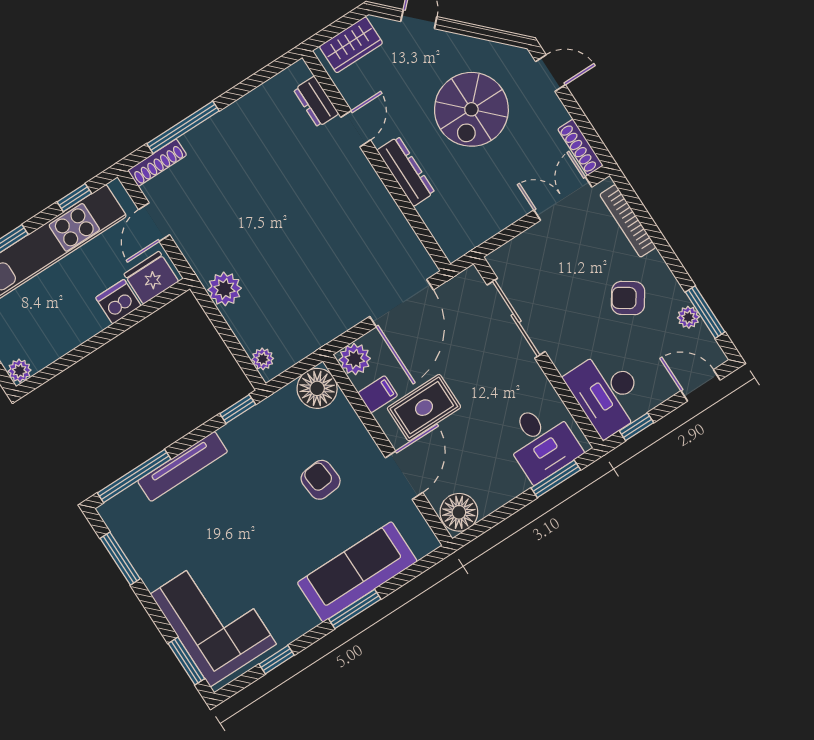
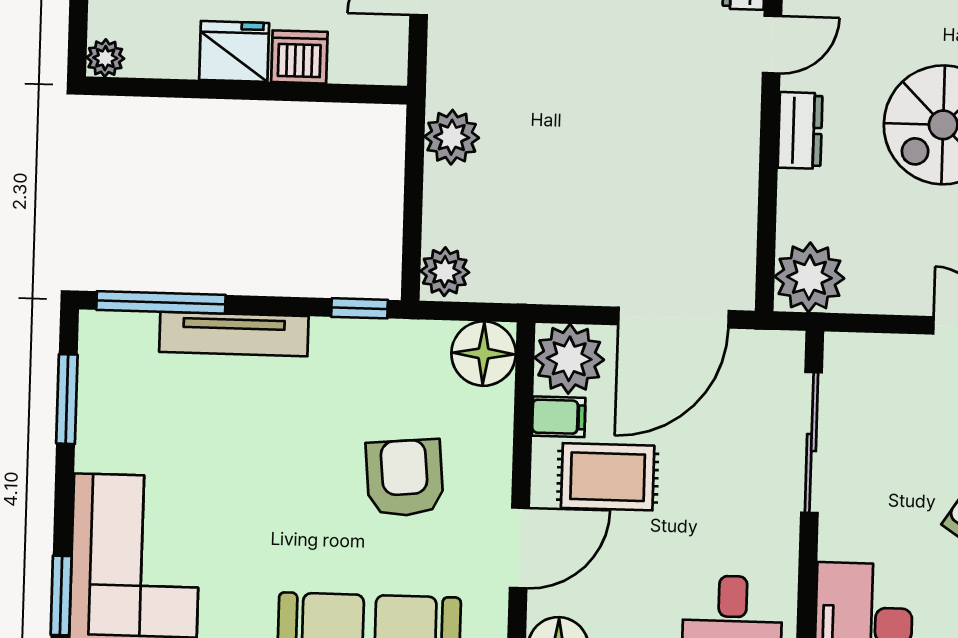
dresser: (406, 171) -> (800, 130), width x0.70
plant: (457, 234) -> (809, 277), added
fridge: (151, 278) -> (234, 51), moved
plant: (263, 359) -> (445, 272), width x1.38, depth x1.38
plant: (355, 359) -> (569, 359), width x1.36, depth x1.36
armchair: (321, 480) -> (405, 478), width x1.38, depth x1.38

